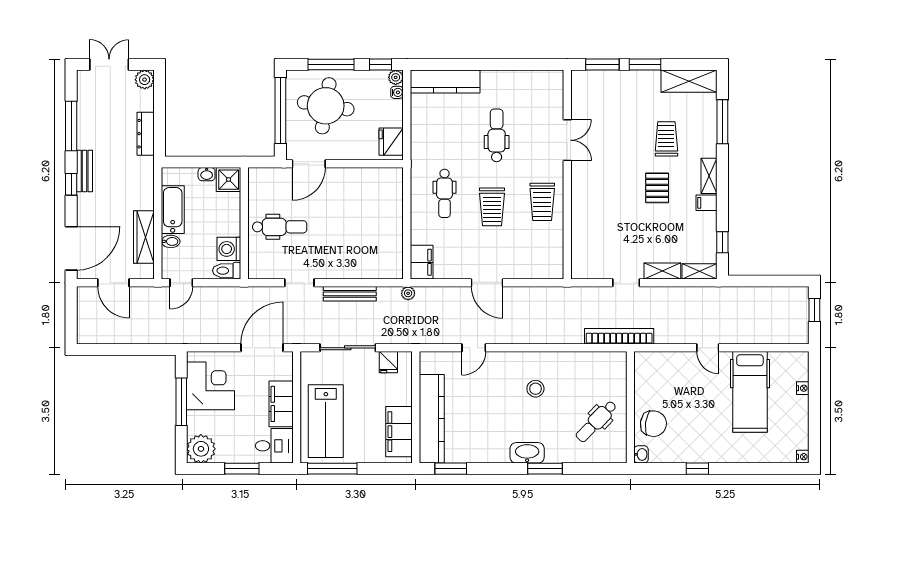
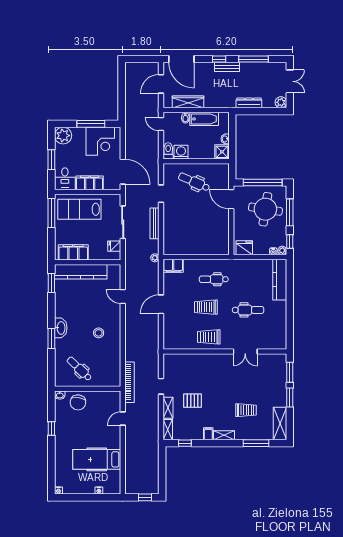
pallet: (657, 188) -> (193, 401), moved
dental chair: (280, 227) -> (194, 182), turned 114
door: (708, 348) -> (123, 418), moved

